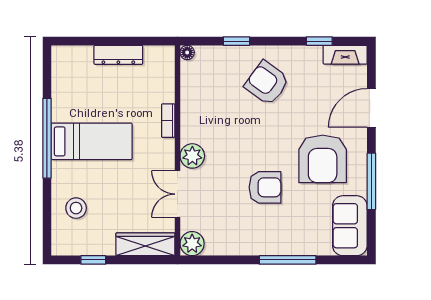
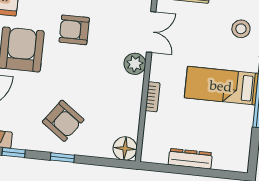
window: (236, 41) -> (62, 158), moved
floor lamp: (187, 52) -> (125, 148), width x1.89, depth x1.89

